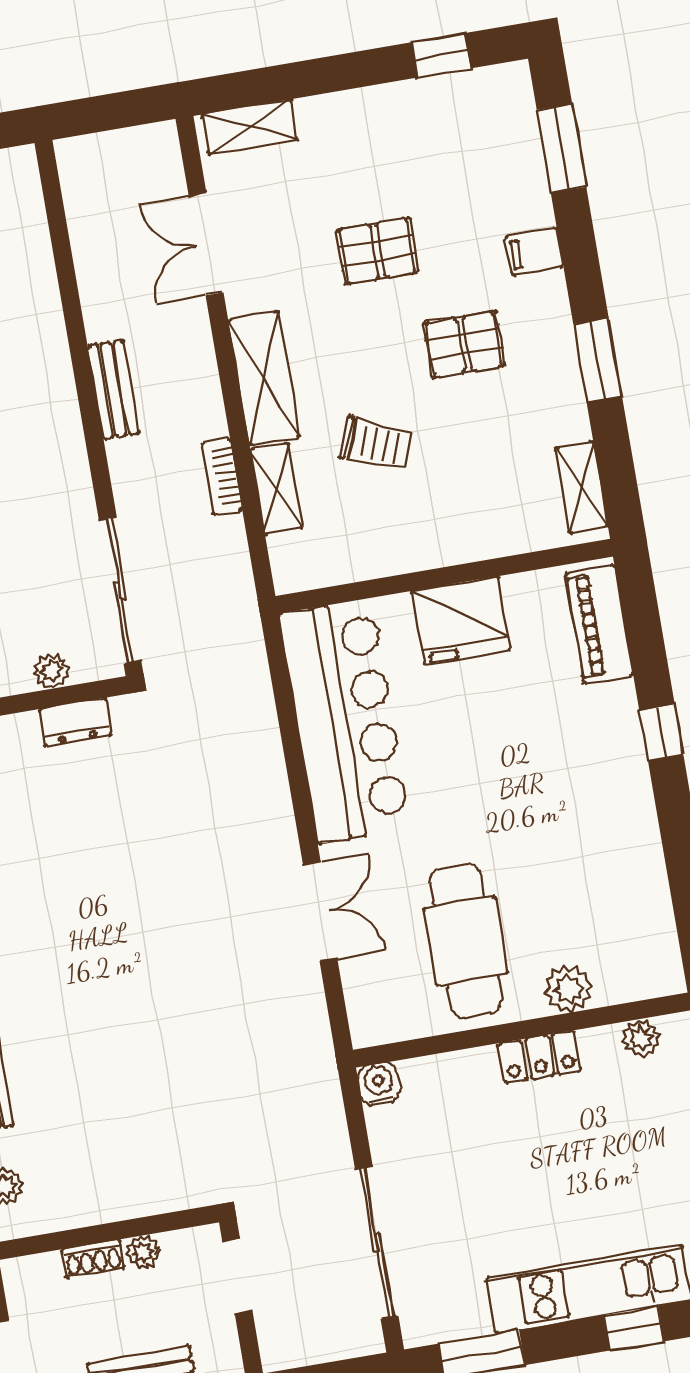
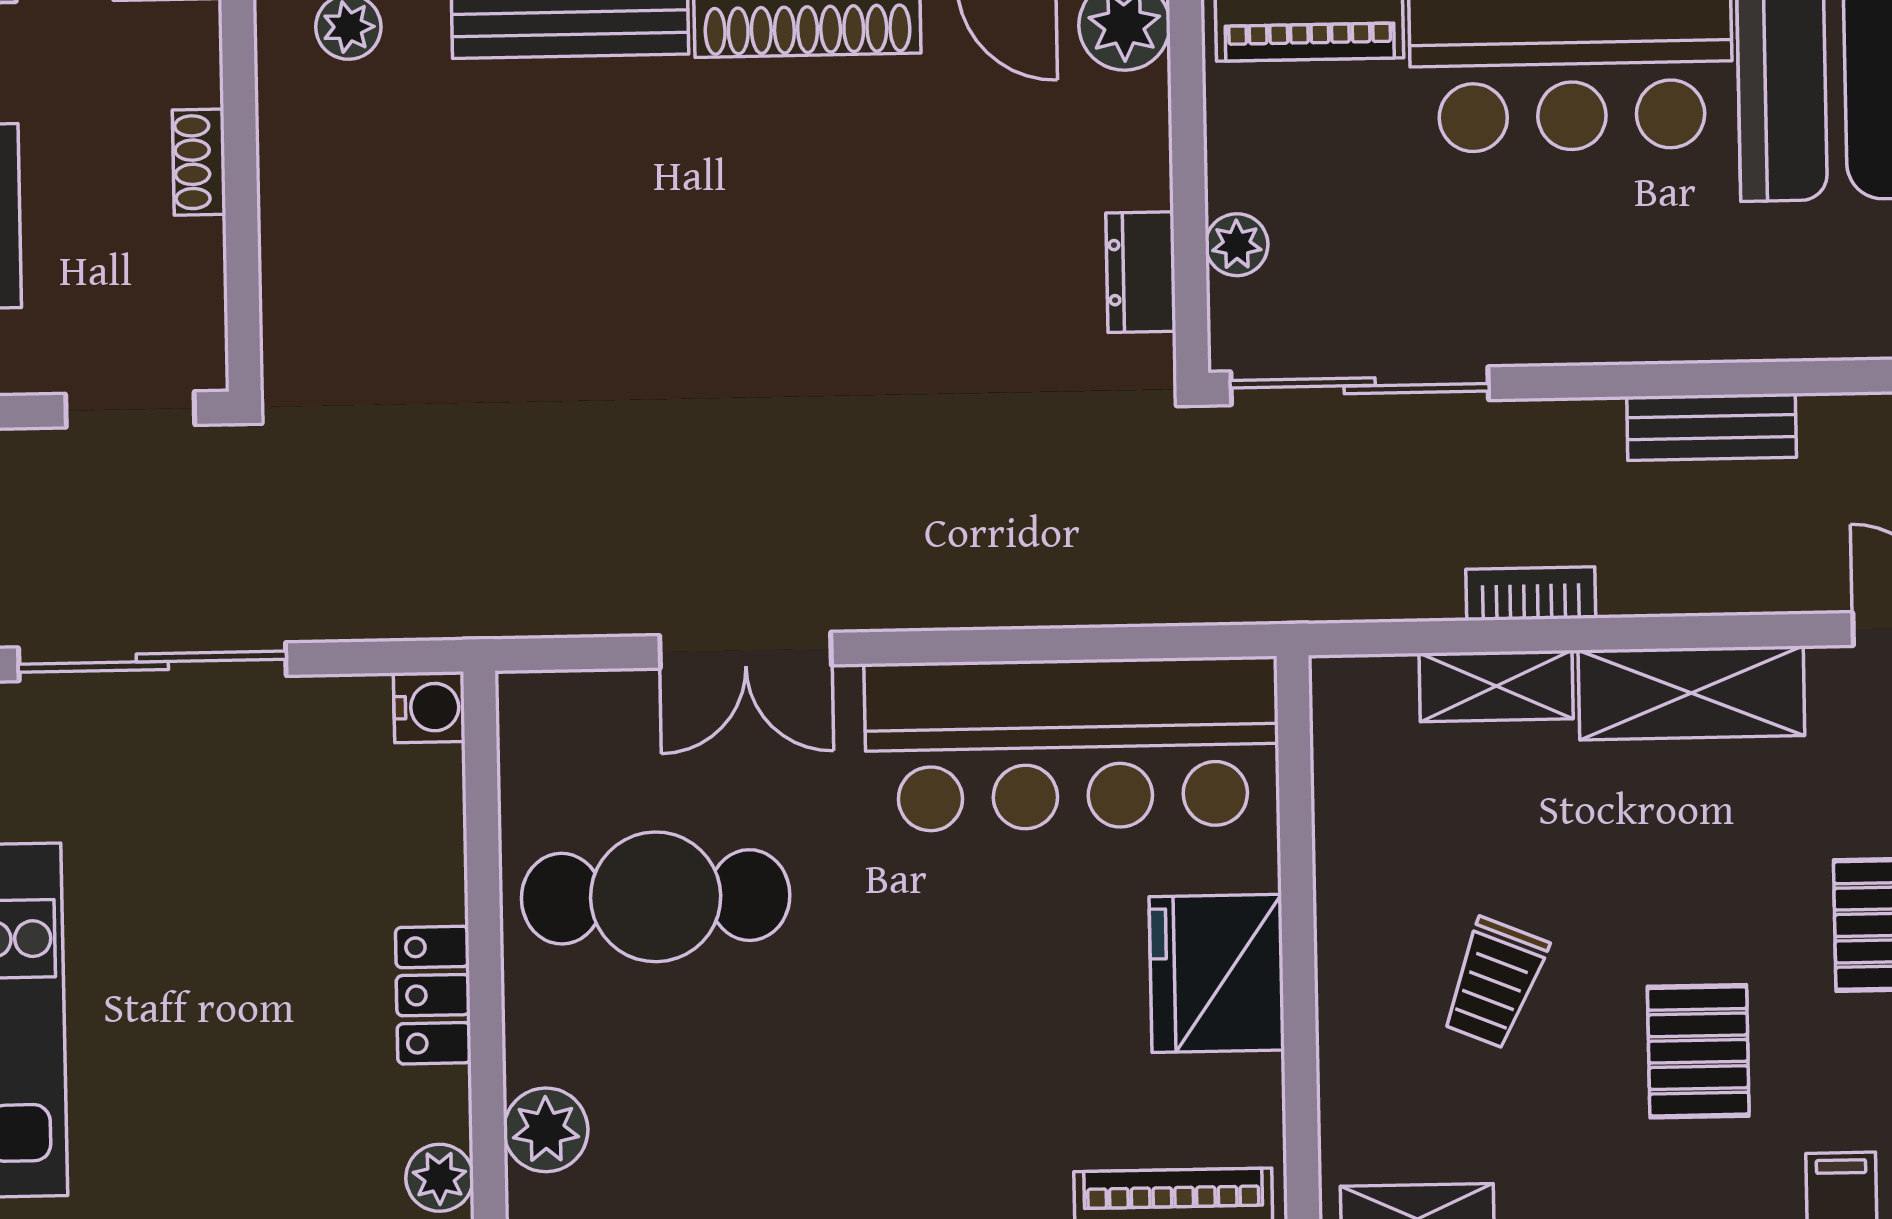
trolley: (375, 444) -> (1494, 983), moved
plant: (568, 989) -> (546, 1130), moved
plant: (143, 1252) -> (197, 251), removed

